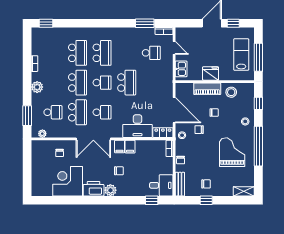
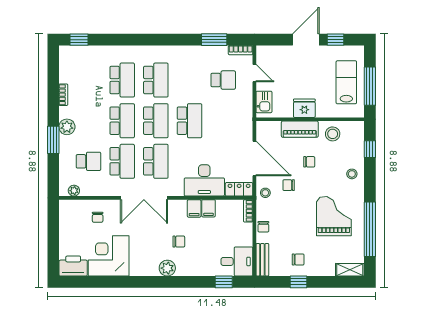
school desk: (102, 83) -> (156, 121), width x1.85
school desk: (102, 112) -> (156, 161), width x1.85
window: (27, 116) -> (53, 140), moved
window: (258, 146) -> (370, 229), moved
filing cabinet: (120, 147) -> (209, 208), moved
printer: (94, 189) -> (73, 266), moved

